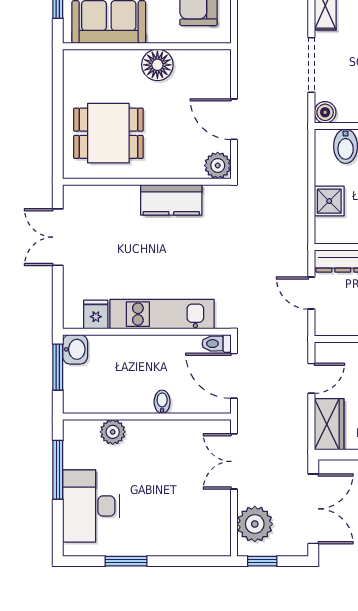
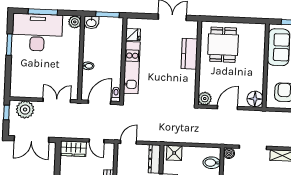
floor lamp: (157, 65) -> (255, 99), moved
kitchen counter: (171, 200) -> (189, 54), moved
shower: (329, 201) -> (174, 153), moved
door: (311, 293) -> (128, 142), moved
washbasin: (75, 349) -> (91, 23), moved
plant: (113, 432) -> (75, 22), moved
window: (58, 470) -> (43, 12), moved
desk: (91, 506) -> (37, 32), width x1.36, depth x1.30

